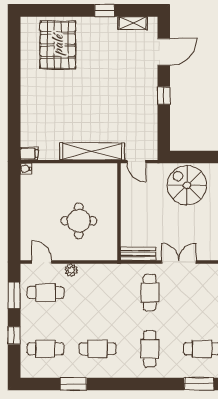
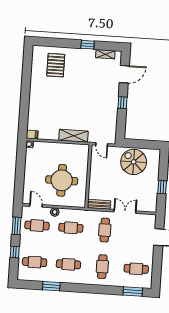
pallet: (58, 45) -> (56, 65), width x0.73, depth x0.71
shelving: (92, 151) -> (73, 136), width x0.68
round table: (79, 221) -> (62, 180), width x1.36, depth x1.36
cafe table: (98, 293) -> (71, 228), added

